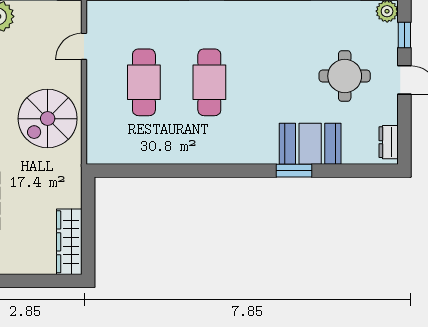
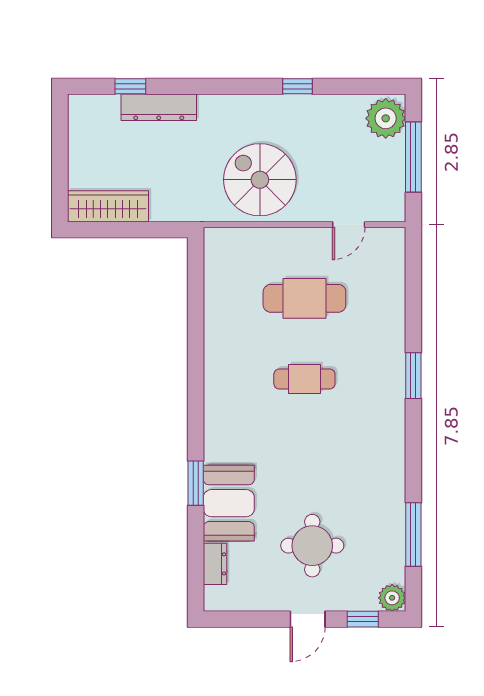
door: (84, 46) -> (349, 225), swing flipped
cafe table: (209, 82) -> (304, 379), width x0.73, depth x0.74
dresser: (389, 142) -> (215, 564), moved, turned 90

